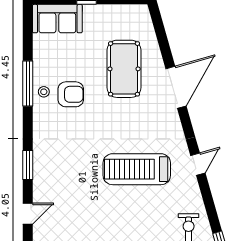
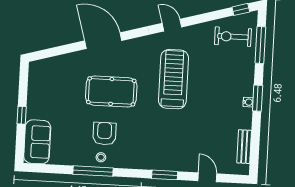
pool table: (124, 69) -> (111, 91), moved
treadmill: (137, 169) -> (173, 79), turned 180

